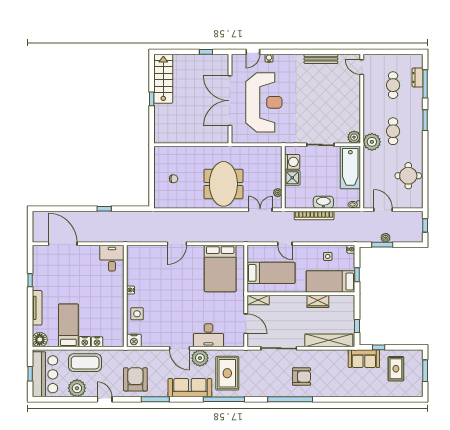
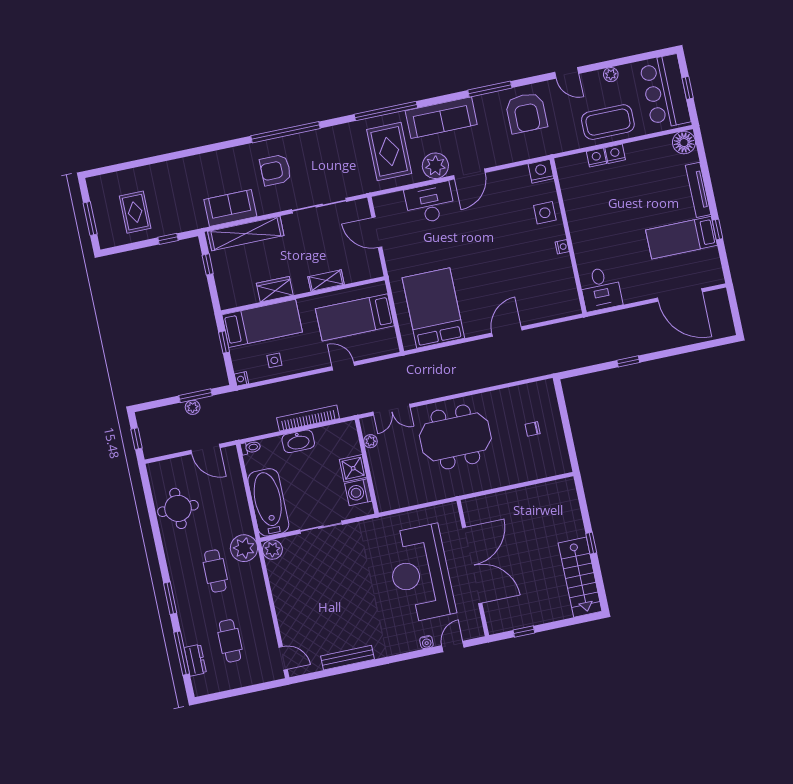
meeting table: (223, 184) -> (455, 437), turned 90
shelving: (258, 300) -> (326, 281), moved
bed: (68, 325) -> (682, 238), moved, turned 90
door: (180, 348) -> (469, 174), swing flipped
sofa: (364, 359) -> (230, 208), moved
plant: (77, 388) -> (611, 75), width x0.53, depth x0.53

